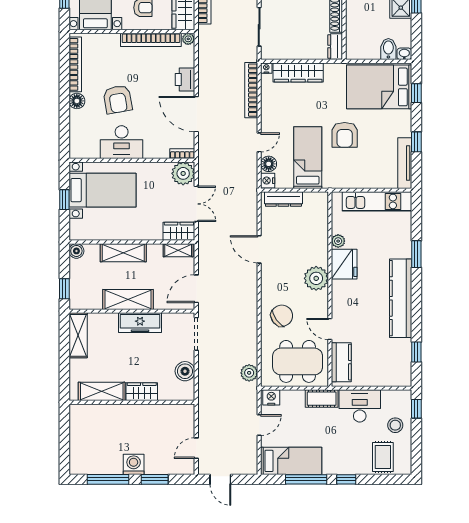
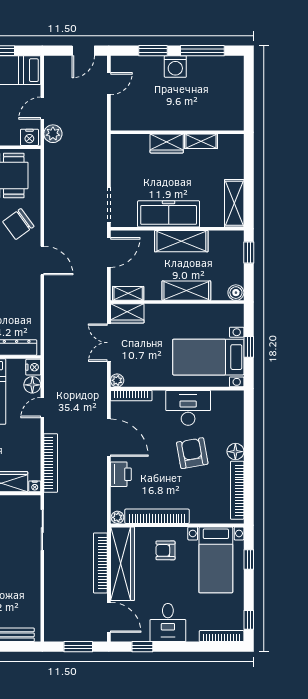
bookcase: (182, 154) -> (131, 396), width x1.56
plant: (183, 173) -> (117, 380), width x0.53, depth x0.53
door: (259, 249) -> (42, 260), moved
freezer: (140, 323) -> (169, 214), width x1.36, depth x1.26
boiler: (185, 371) -> (121, 165), removed
plant: (249, 373) -> (53, 134), moved
shelving: (102, 391) -> (201, 141), width x0.67, depth x0.75
door: (220, 479) -> (83, 51), swing flipped

